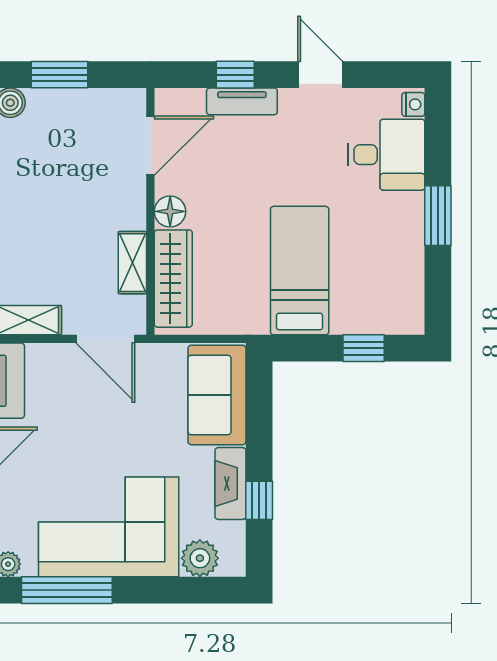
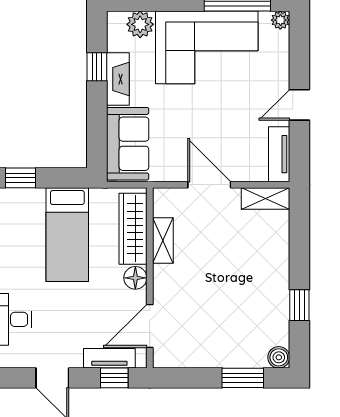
door: (150, 146) -> (150, 326), moved
wall: (150, 211) -> (150, 278), moved
floor lamp: (170, 211) -> (135, 278), moved
shelving: (132, 263) -> (163, 240), moved
wardrobe: (173, 279) -> (133, 229), moved

